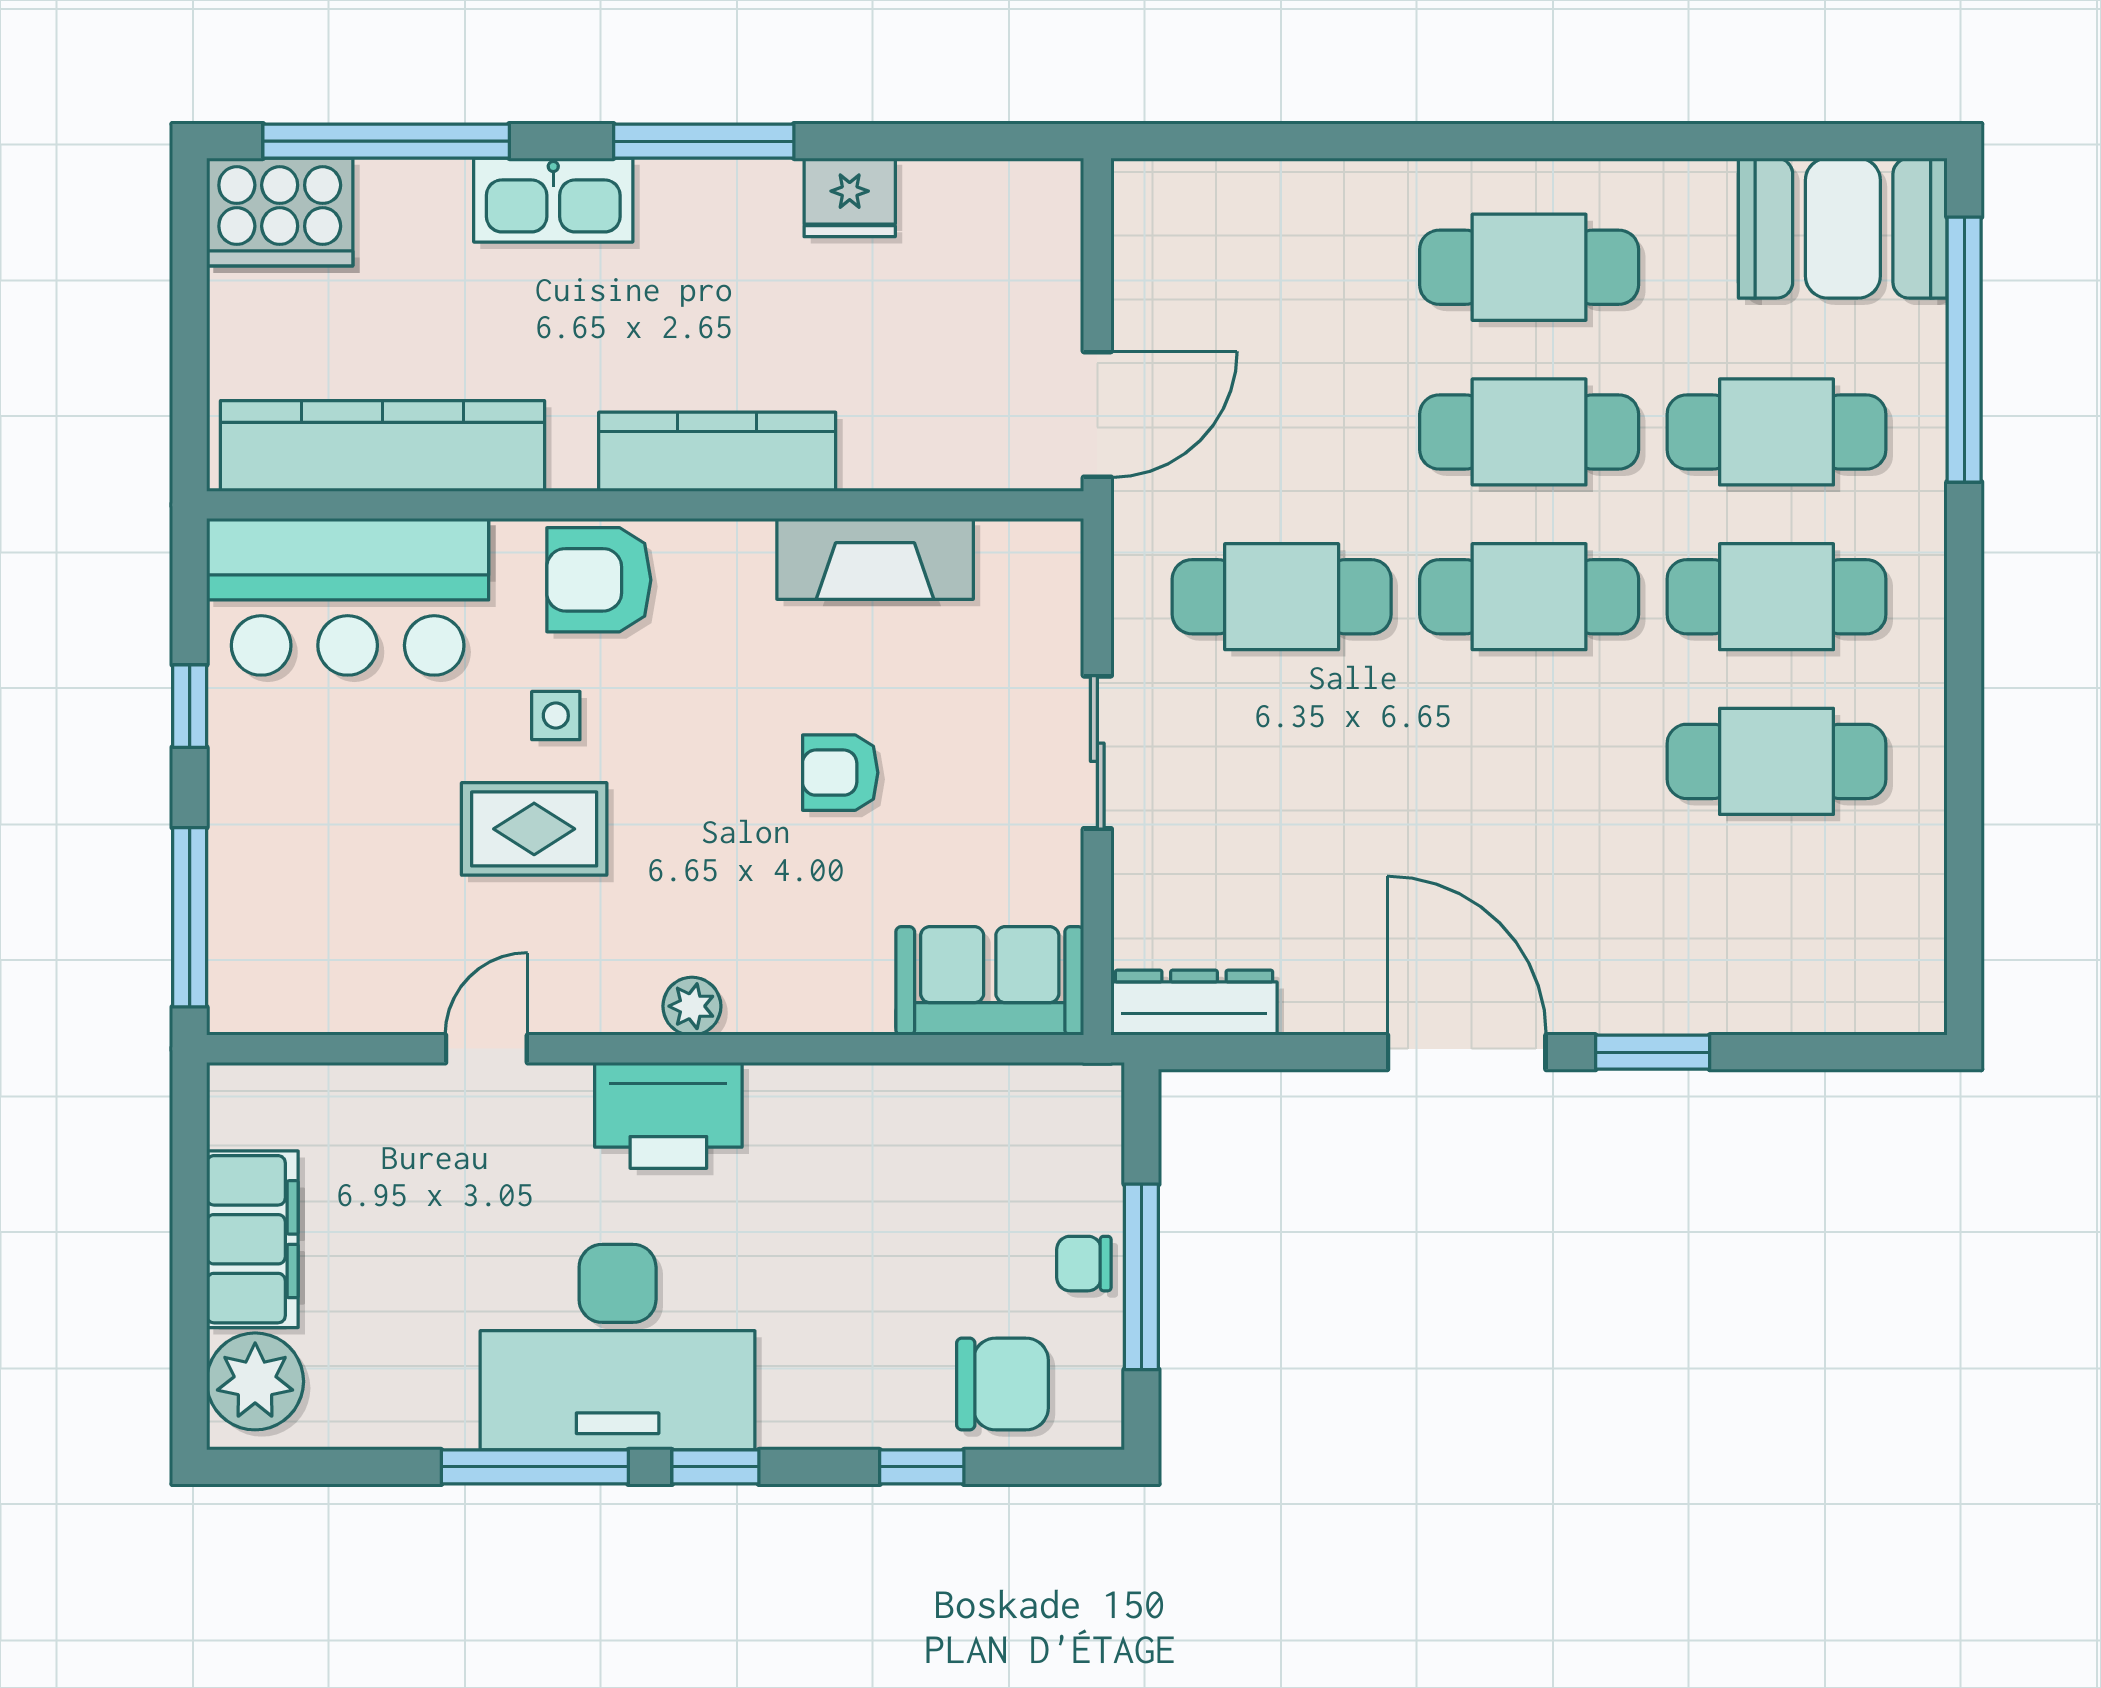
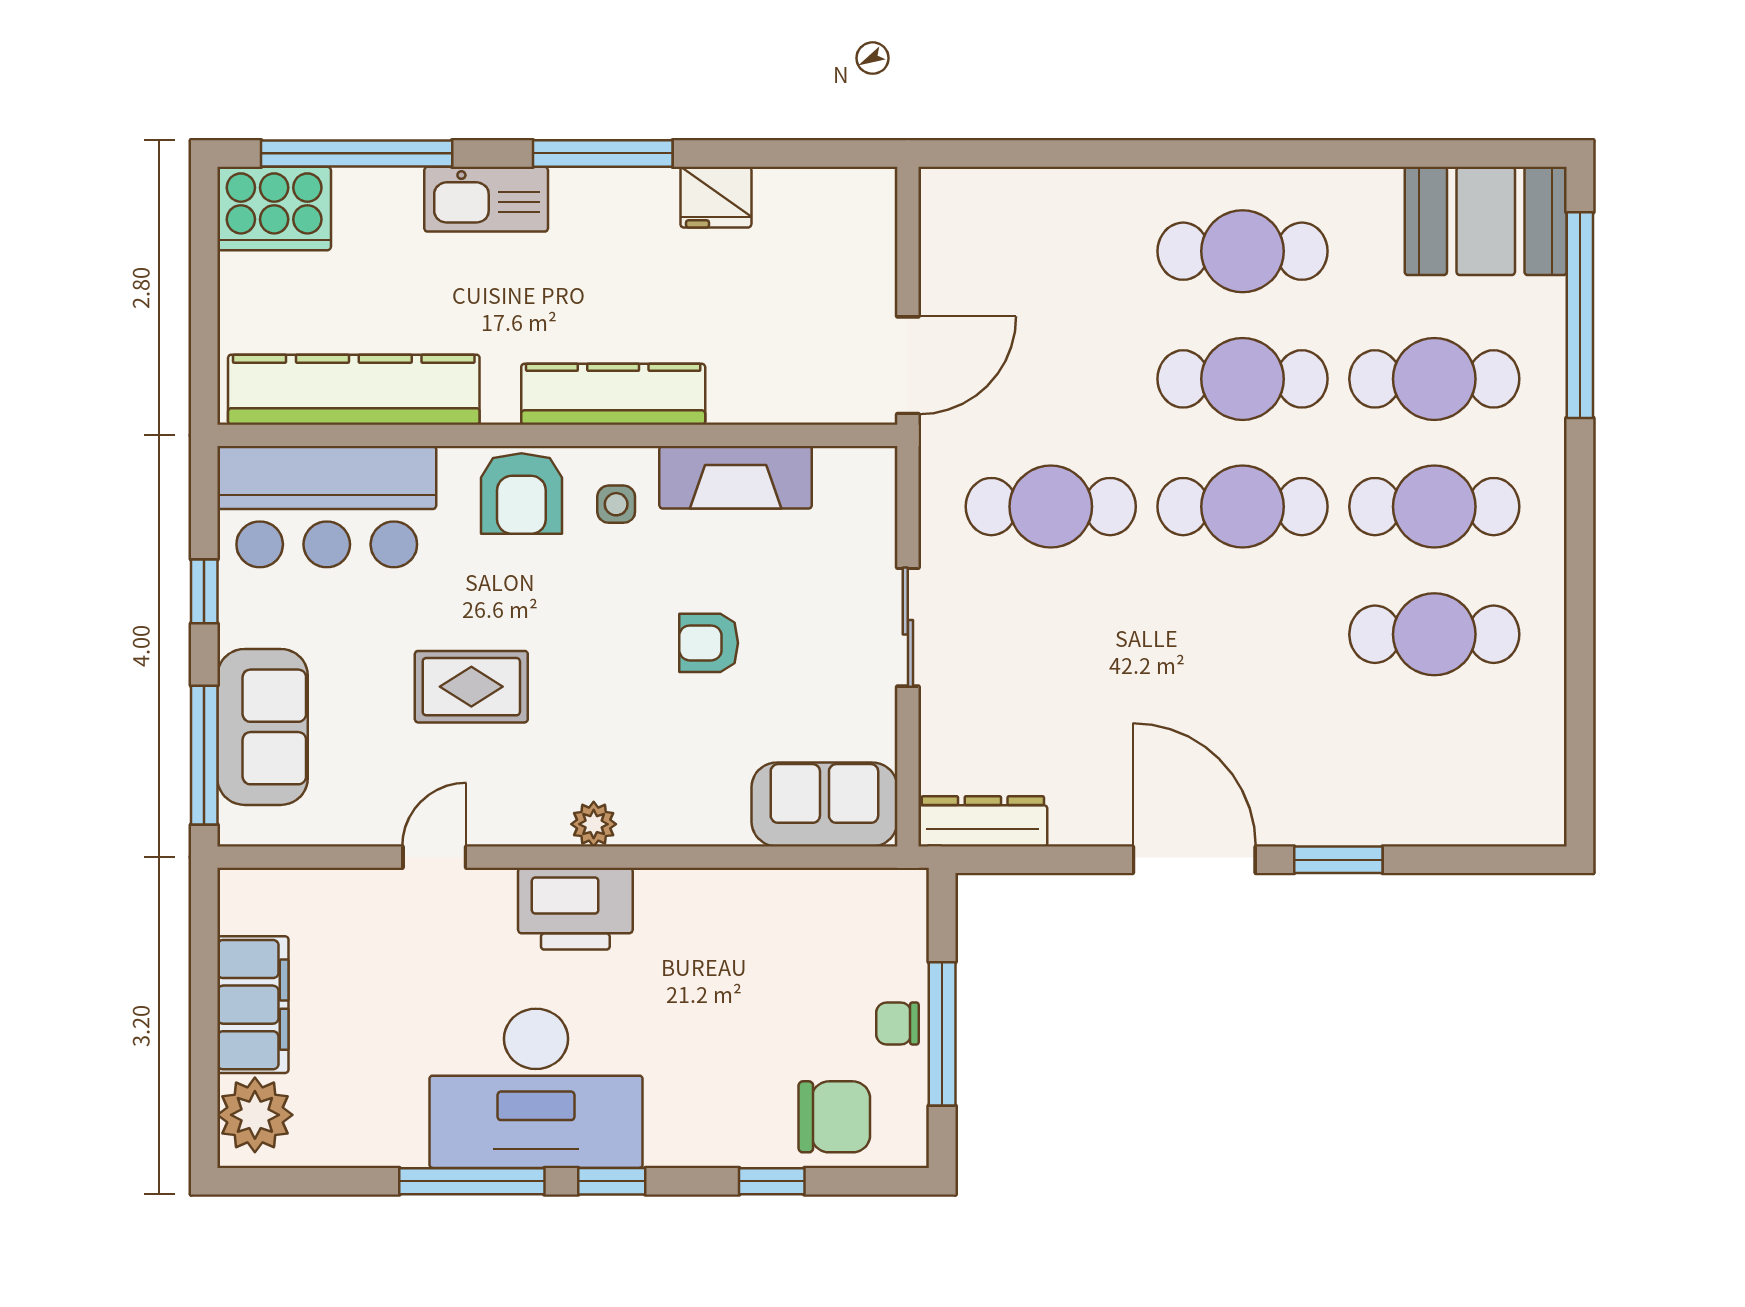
armchair: (599, 580) -> (521, 494), turned -90
side table: (556, 716) -> (616, 504), moved
sofa: (265, 881) -> (263, 727), added

